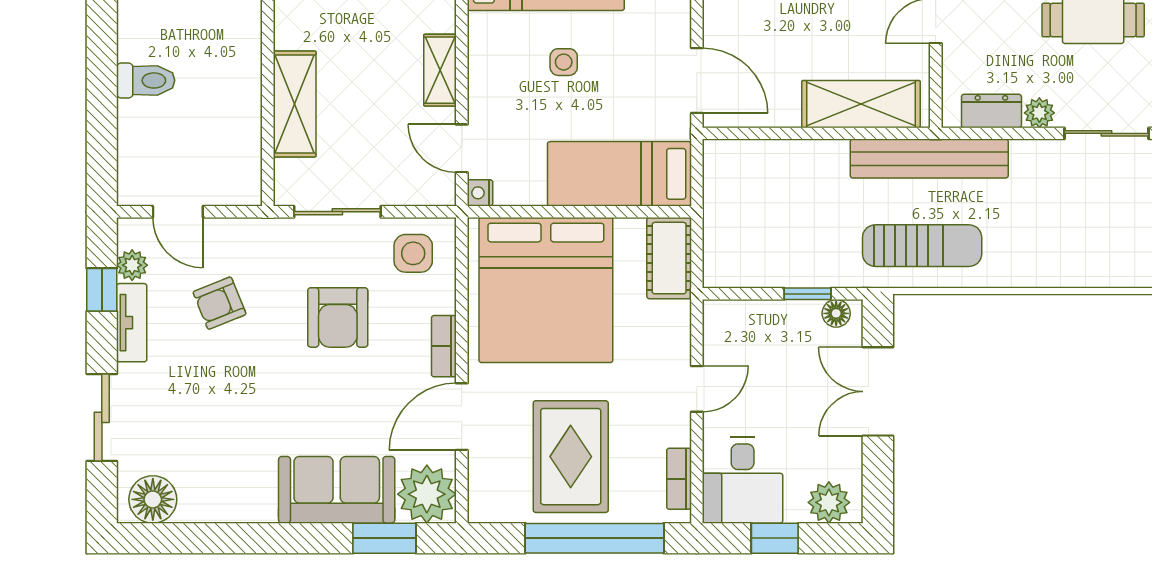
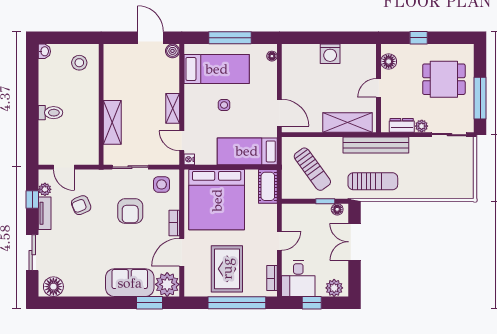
sun lounger: (776, 217) -> (312, 169), added

